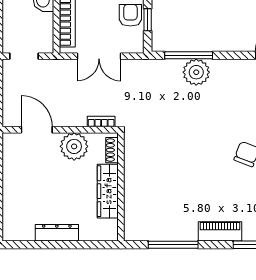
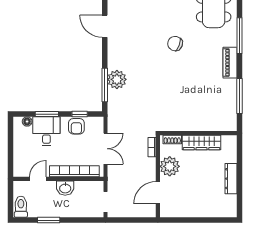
armchair: (130, 15) -> (76, 126), turned -90

